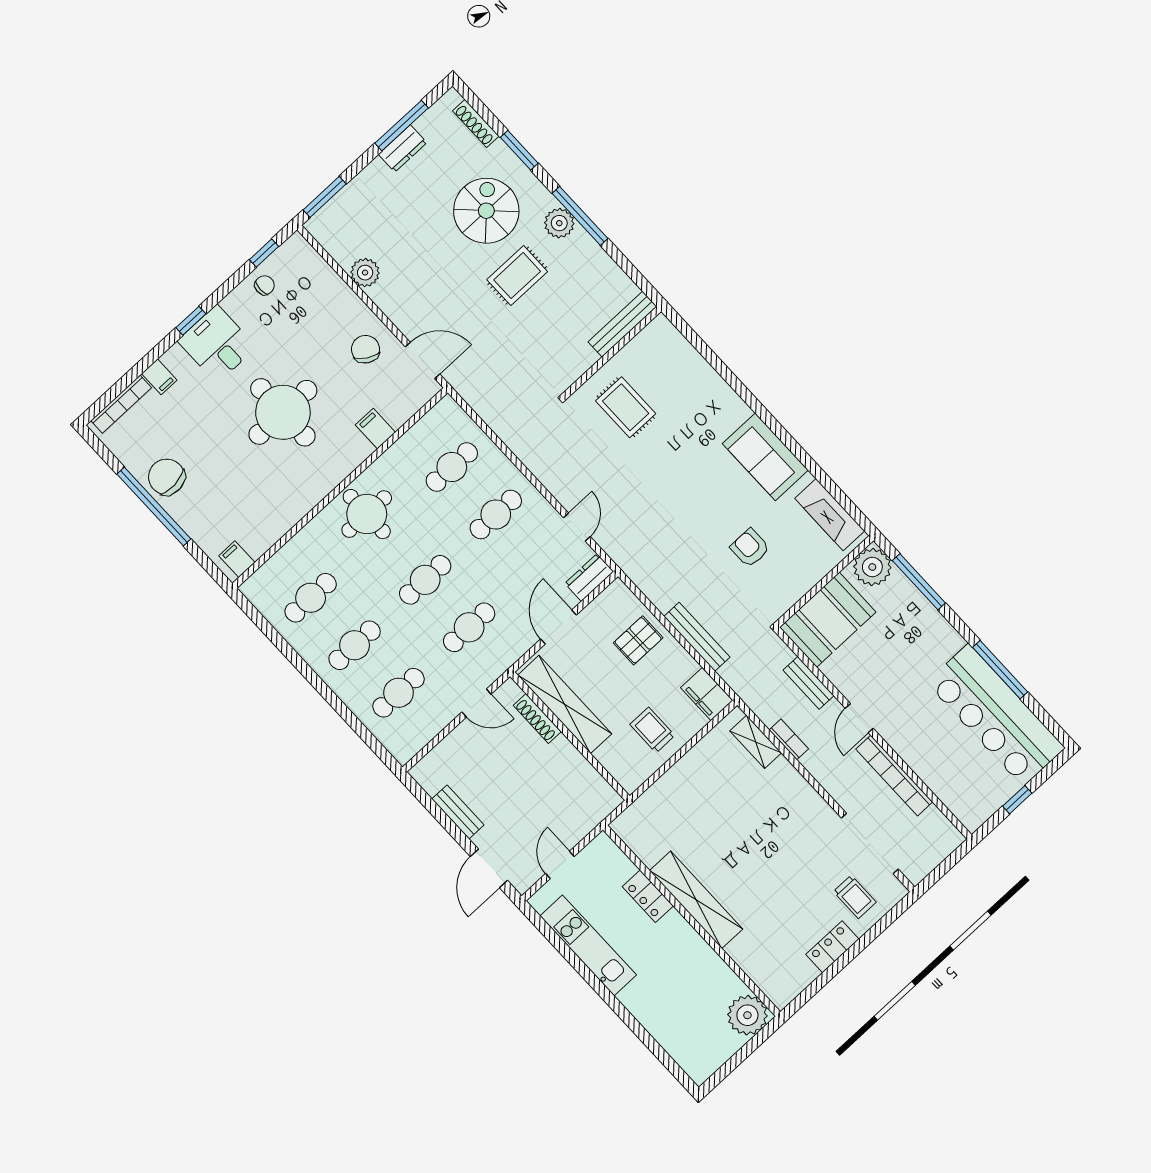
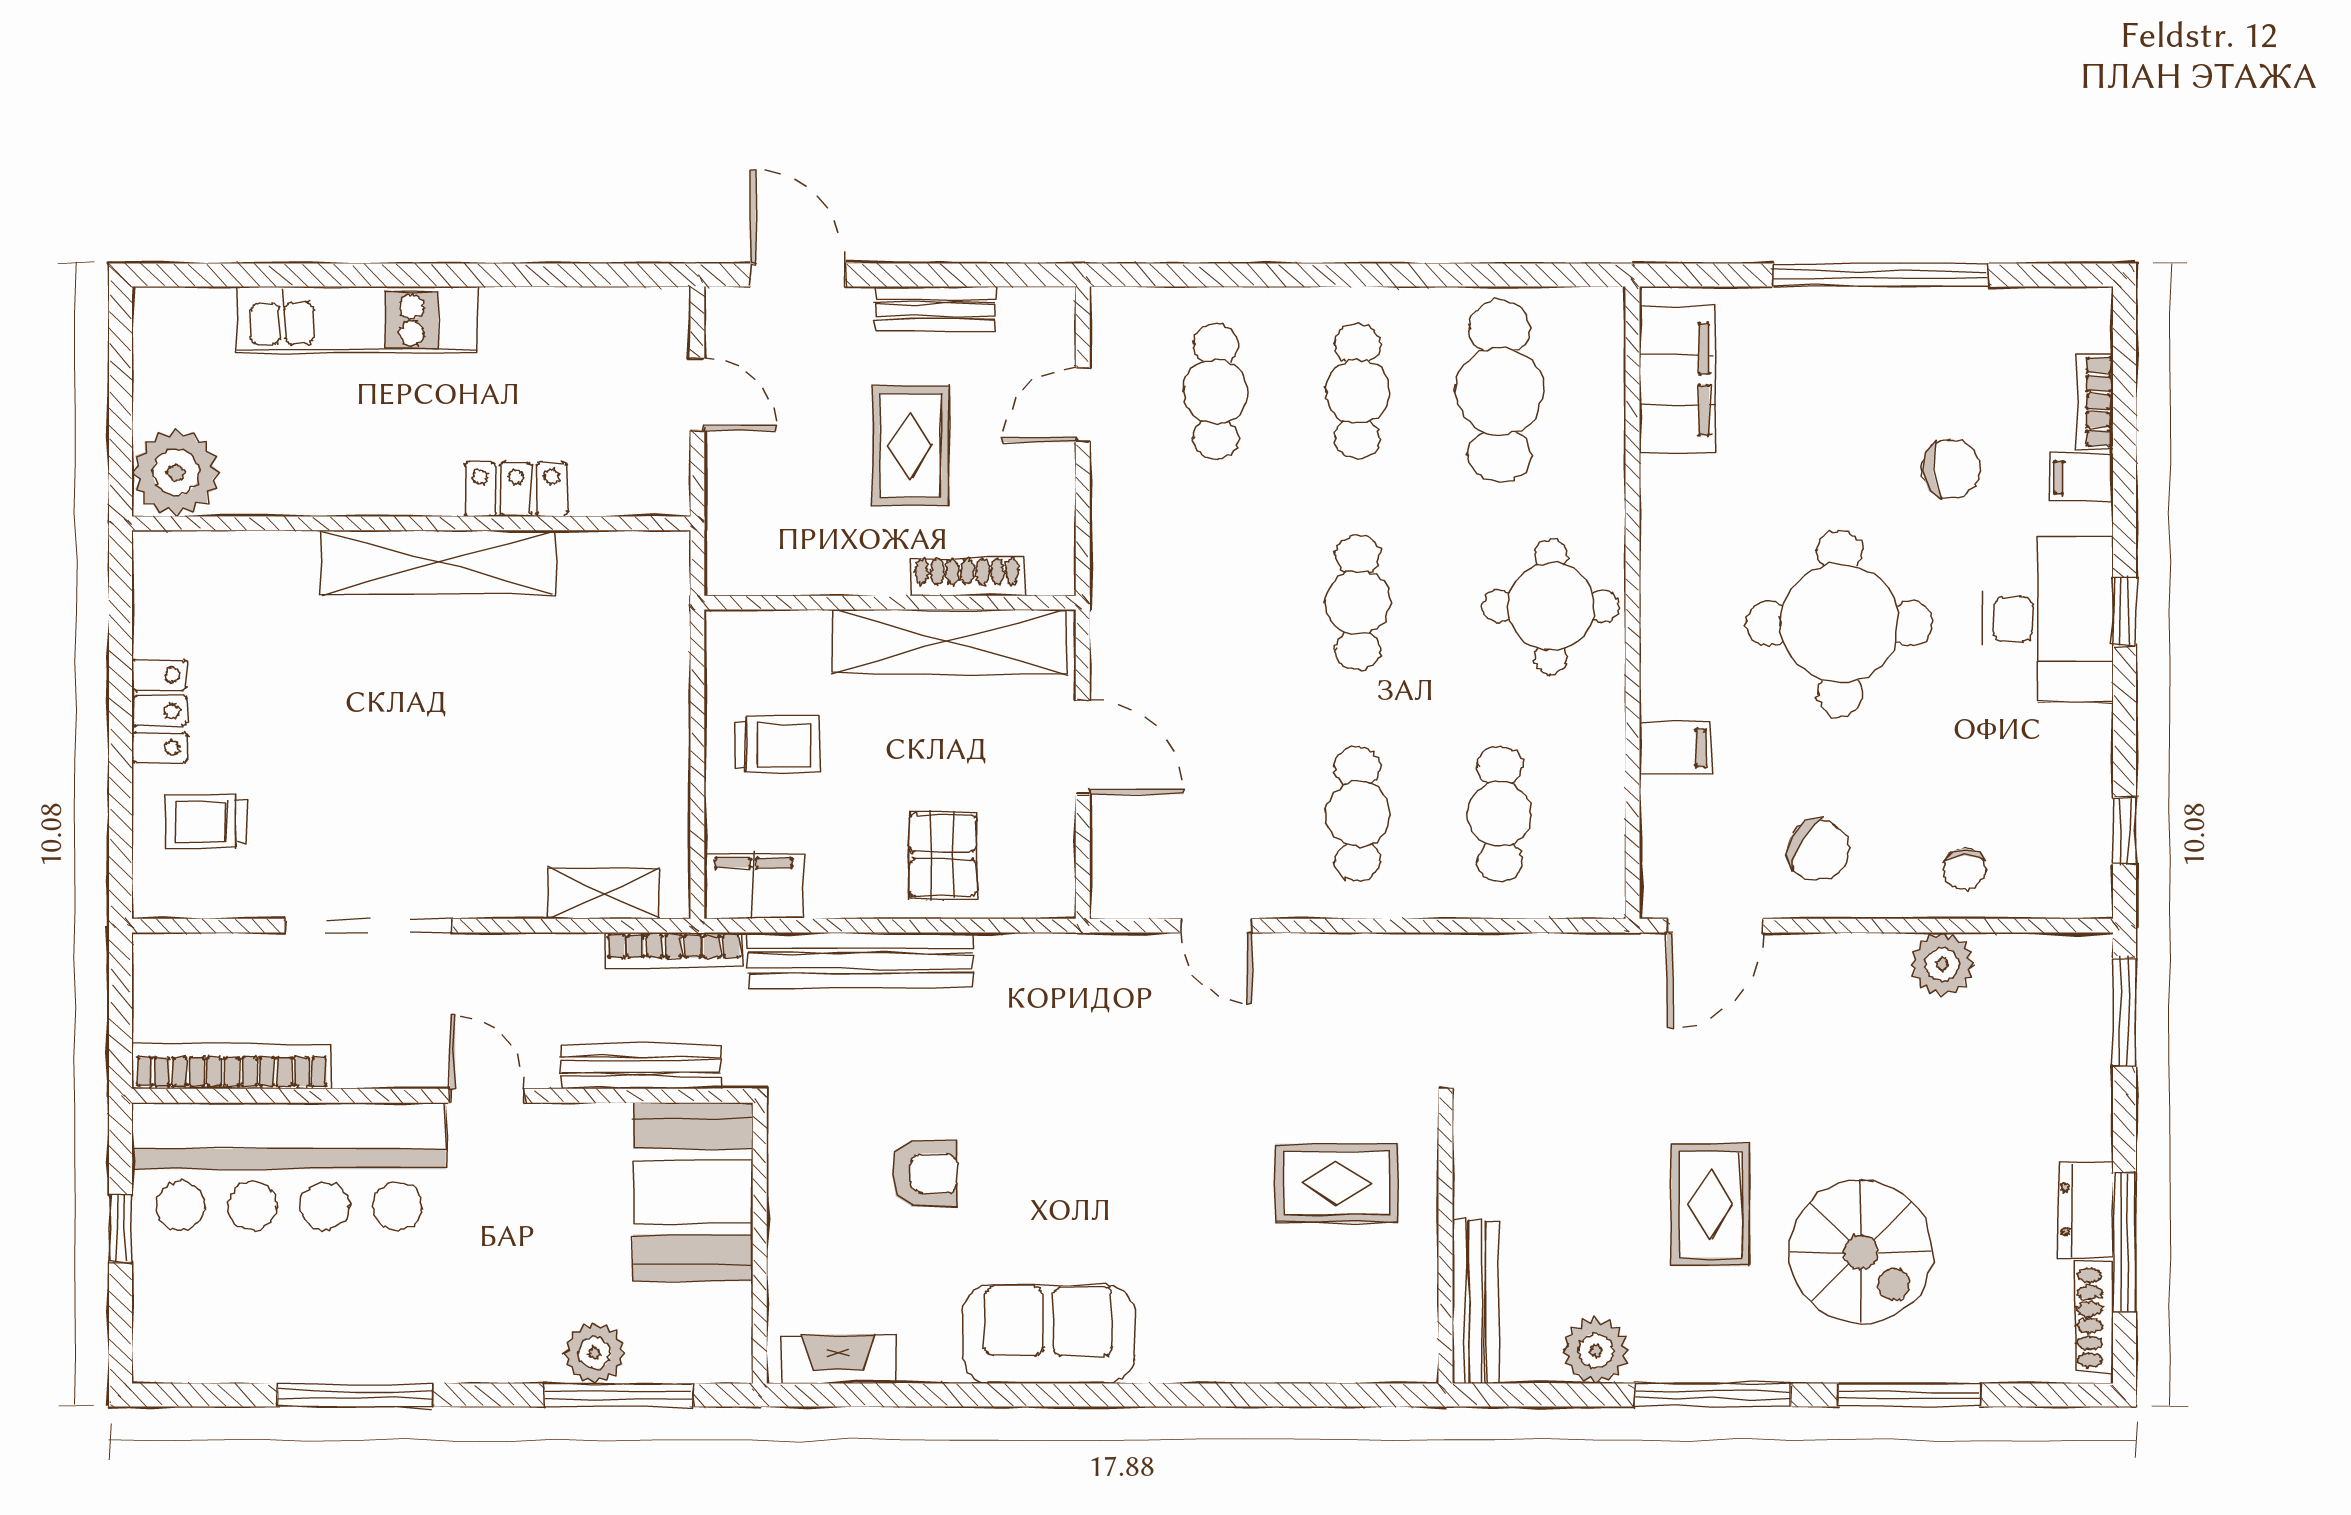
shoe rack: (476, 123) -> (2094, 1318), moved, turned -90
window: (519, 150) -> (1909, 1395), width x1.44
plant: (559, 223) -> (1596, 1351), moved
chair: (265, 285) -> (1965, 869), moved
desk: (217, 344) -> (2048, 619), width x1.37
bookcase: (121, 404) -> (2094, 402), width x0.64
chair: (167, 477) -> (1951, 469), moved, width x0.73, depth x0.73
fireplace: (830, 515) -> (838, 1359), width x0.73, depth x0.76
filing cabinet: (237, 559) -> (1677, 379), width x3.00, depth x1.17
plant: (872, 567) -> (595, 1353), moved, width x0.73, depth x0.73
dresser: (589, 577) -> (1117, 871), removed
cafe table: (311, 598) -> (1500, 391), width x1.37, depth x1.35
cafe table: (469, 627) -> (1216, 603), removed
bench: (697, 637) -> (861, 960), width x1.37, depth x1.21
bench: (809, 683) -> (641, 1067), width x1.36
door: (476, 703) -> (1083, 405), moved
bar counter: (996, 715) -> (289, 1166), moved, turned 180
bookcase: (789, 739) -> (674, 950), moved, width x1.56
bookcase: (894, 776) -> (232, 1066), moved
rug: (511, 778) -> (910, 446), added
doorway: (870, 844) -> (368, 926), moved
kitchen unit: (588, 945) -> (356, 320), moved

